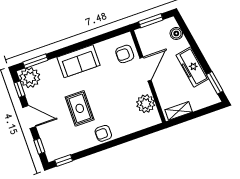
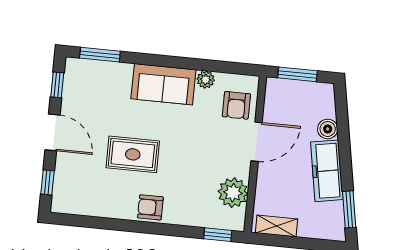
boiler: (176, 33) -> (328, 129), moved
armchair: (125, 54) -> (236, 105), turned -90
plant: (30, 78) -> (206, 80), moved, width x0.53, depth x0.53
rug: (80, 108) -> (133, 154), turned 90
window: (64, 161) -> (218, 235), moved

